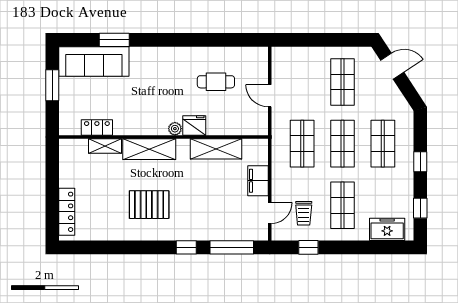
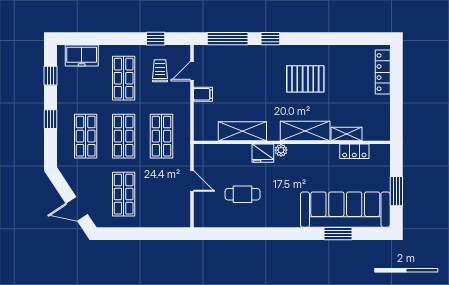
sofa: (94, 61) -> (345, 210), width x1.36, depth x1.27
filing cabinet: (258, 181) -> (203, 94), width x0.50

